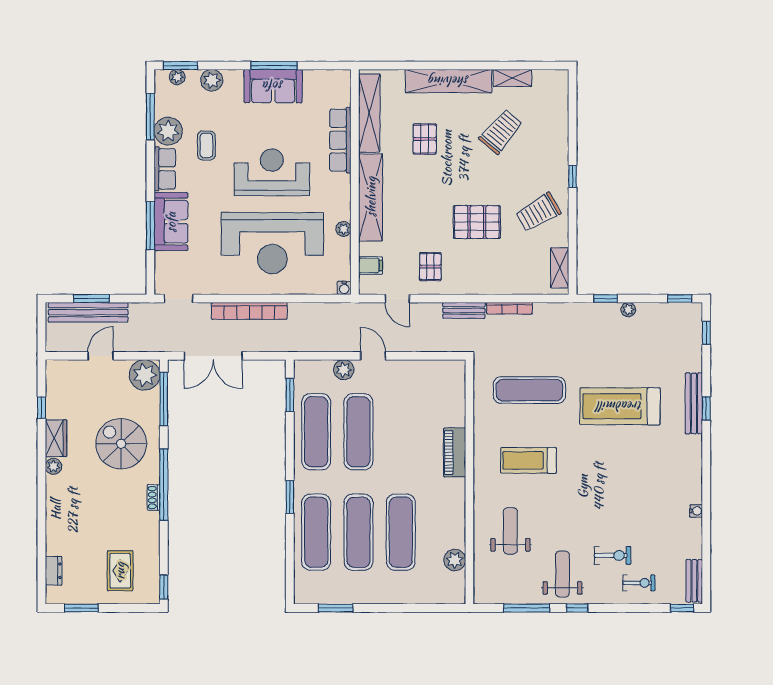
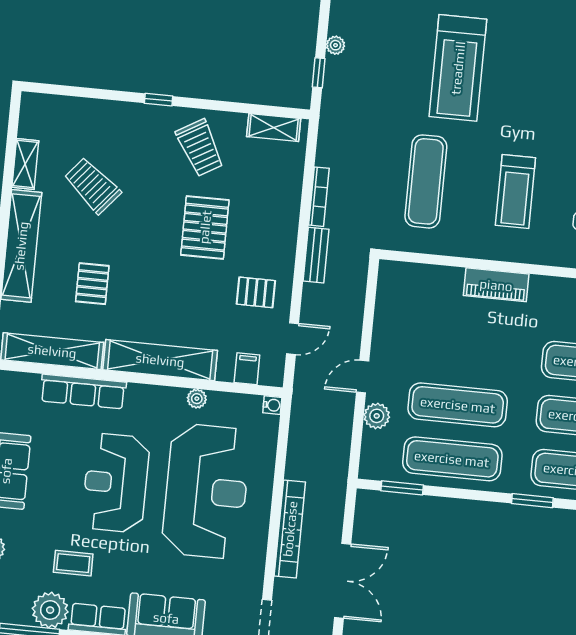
pallet: (425, 139) -> (92, 284), turned 90

